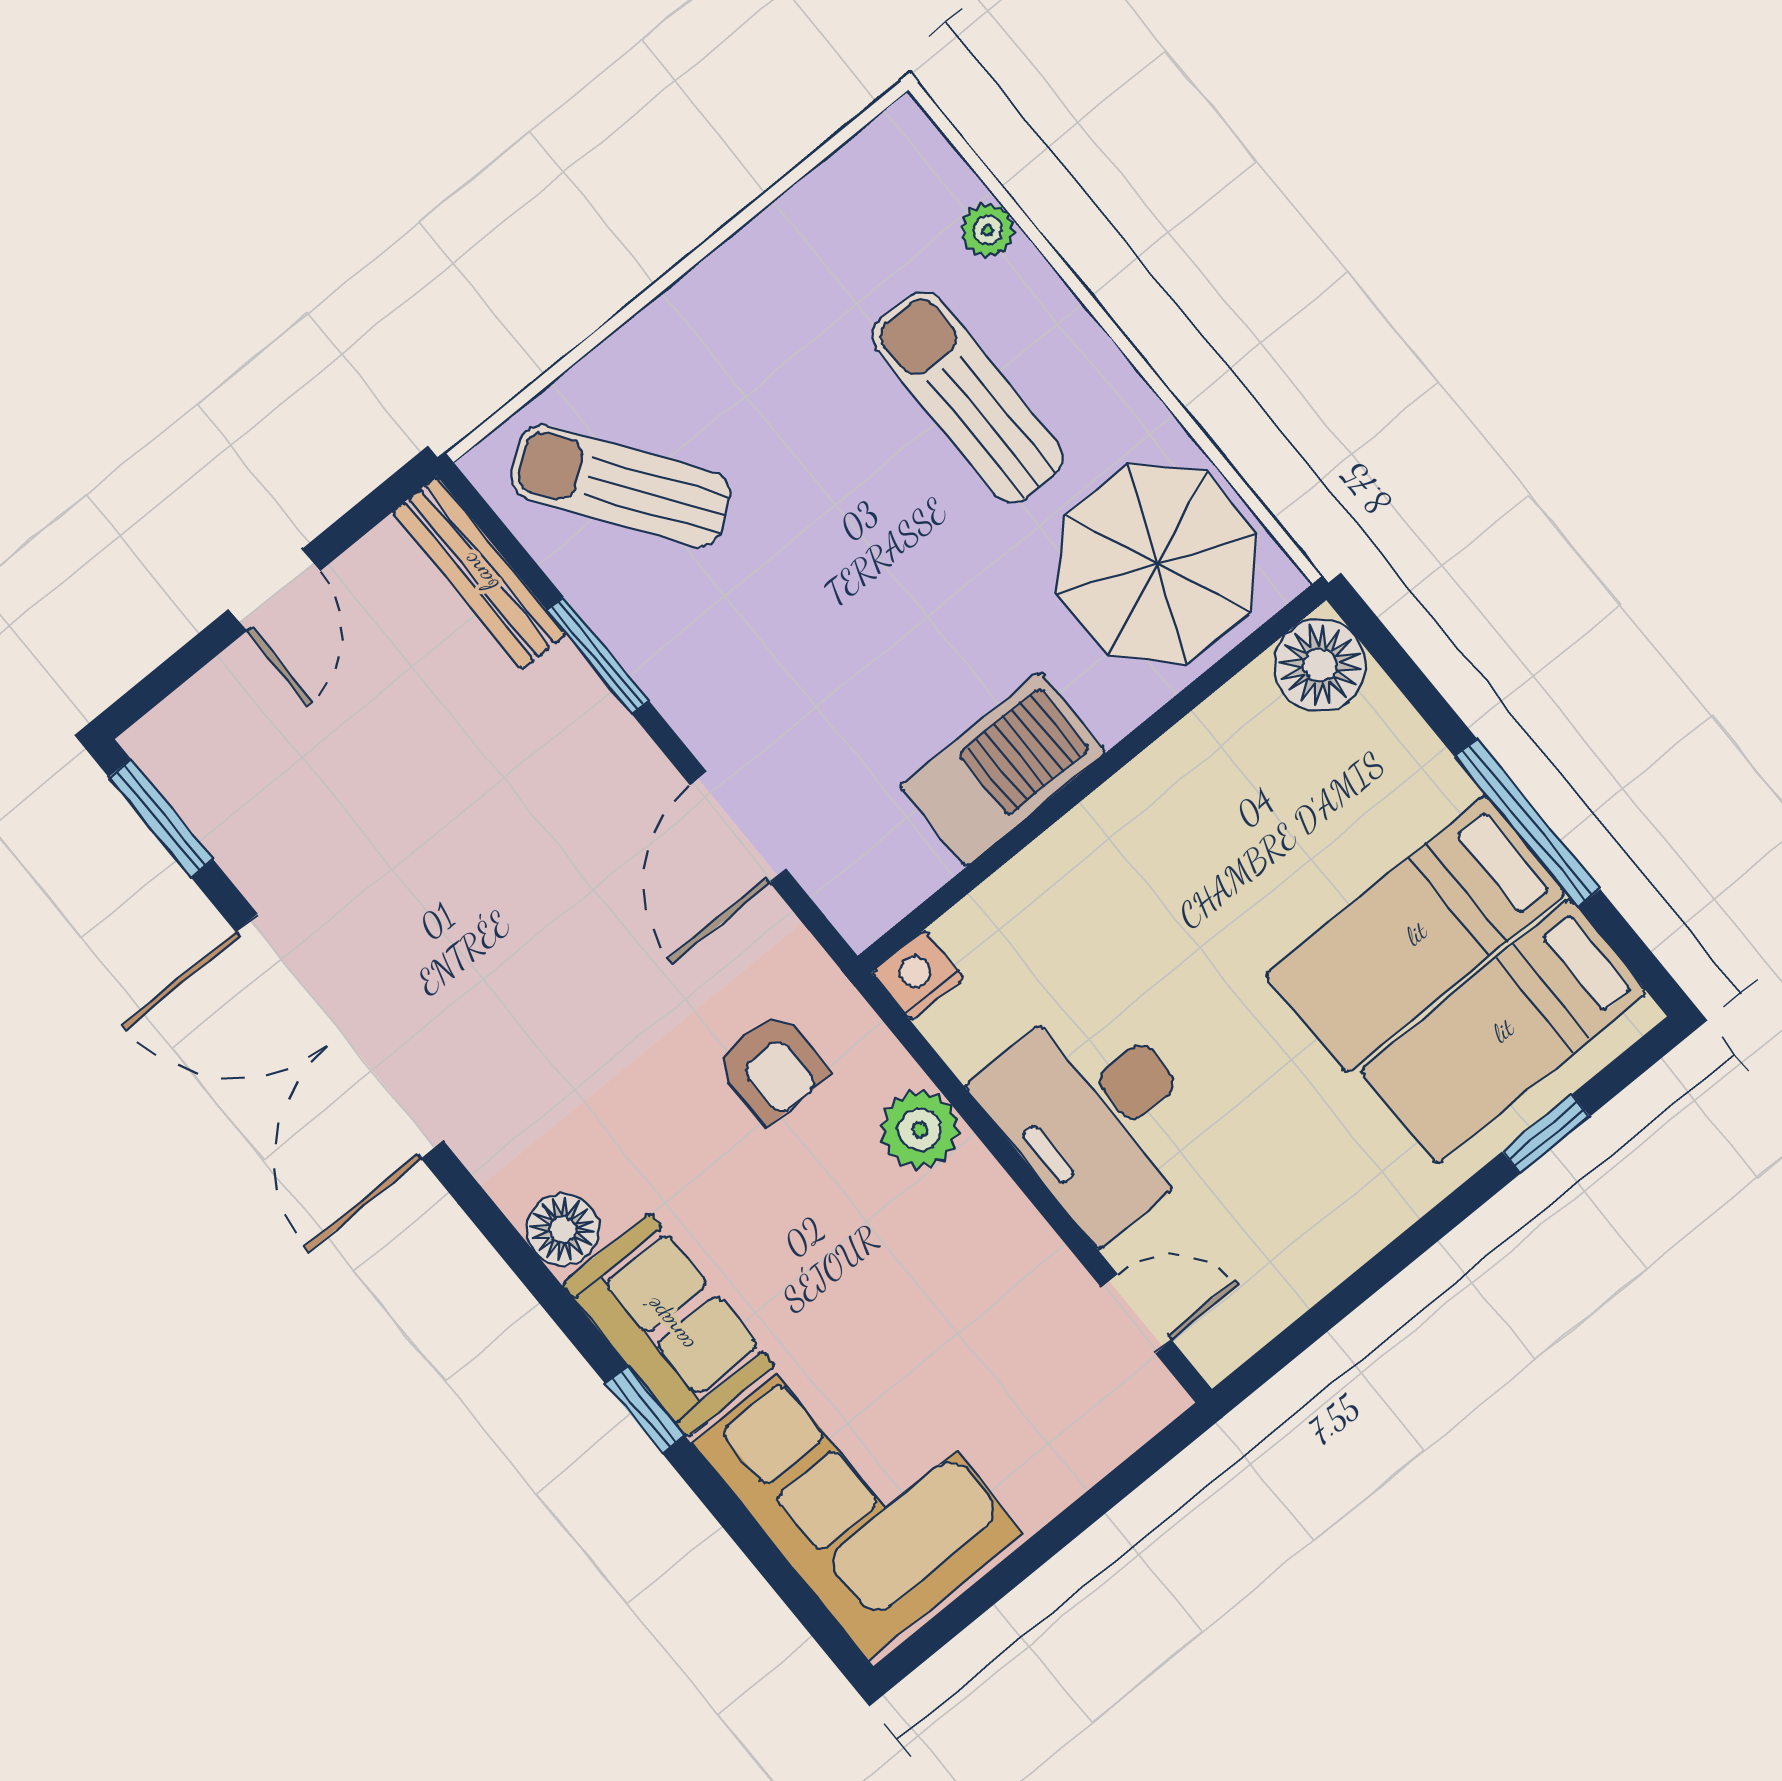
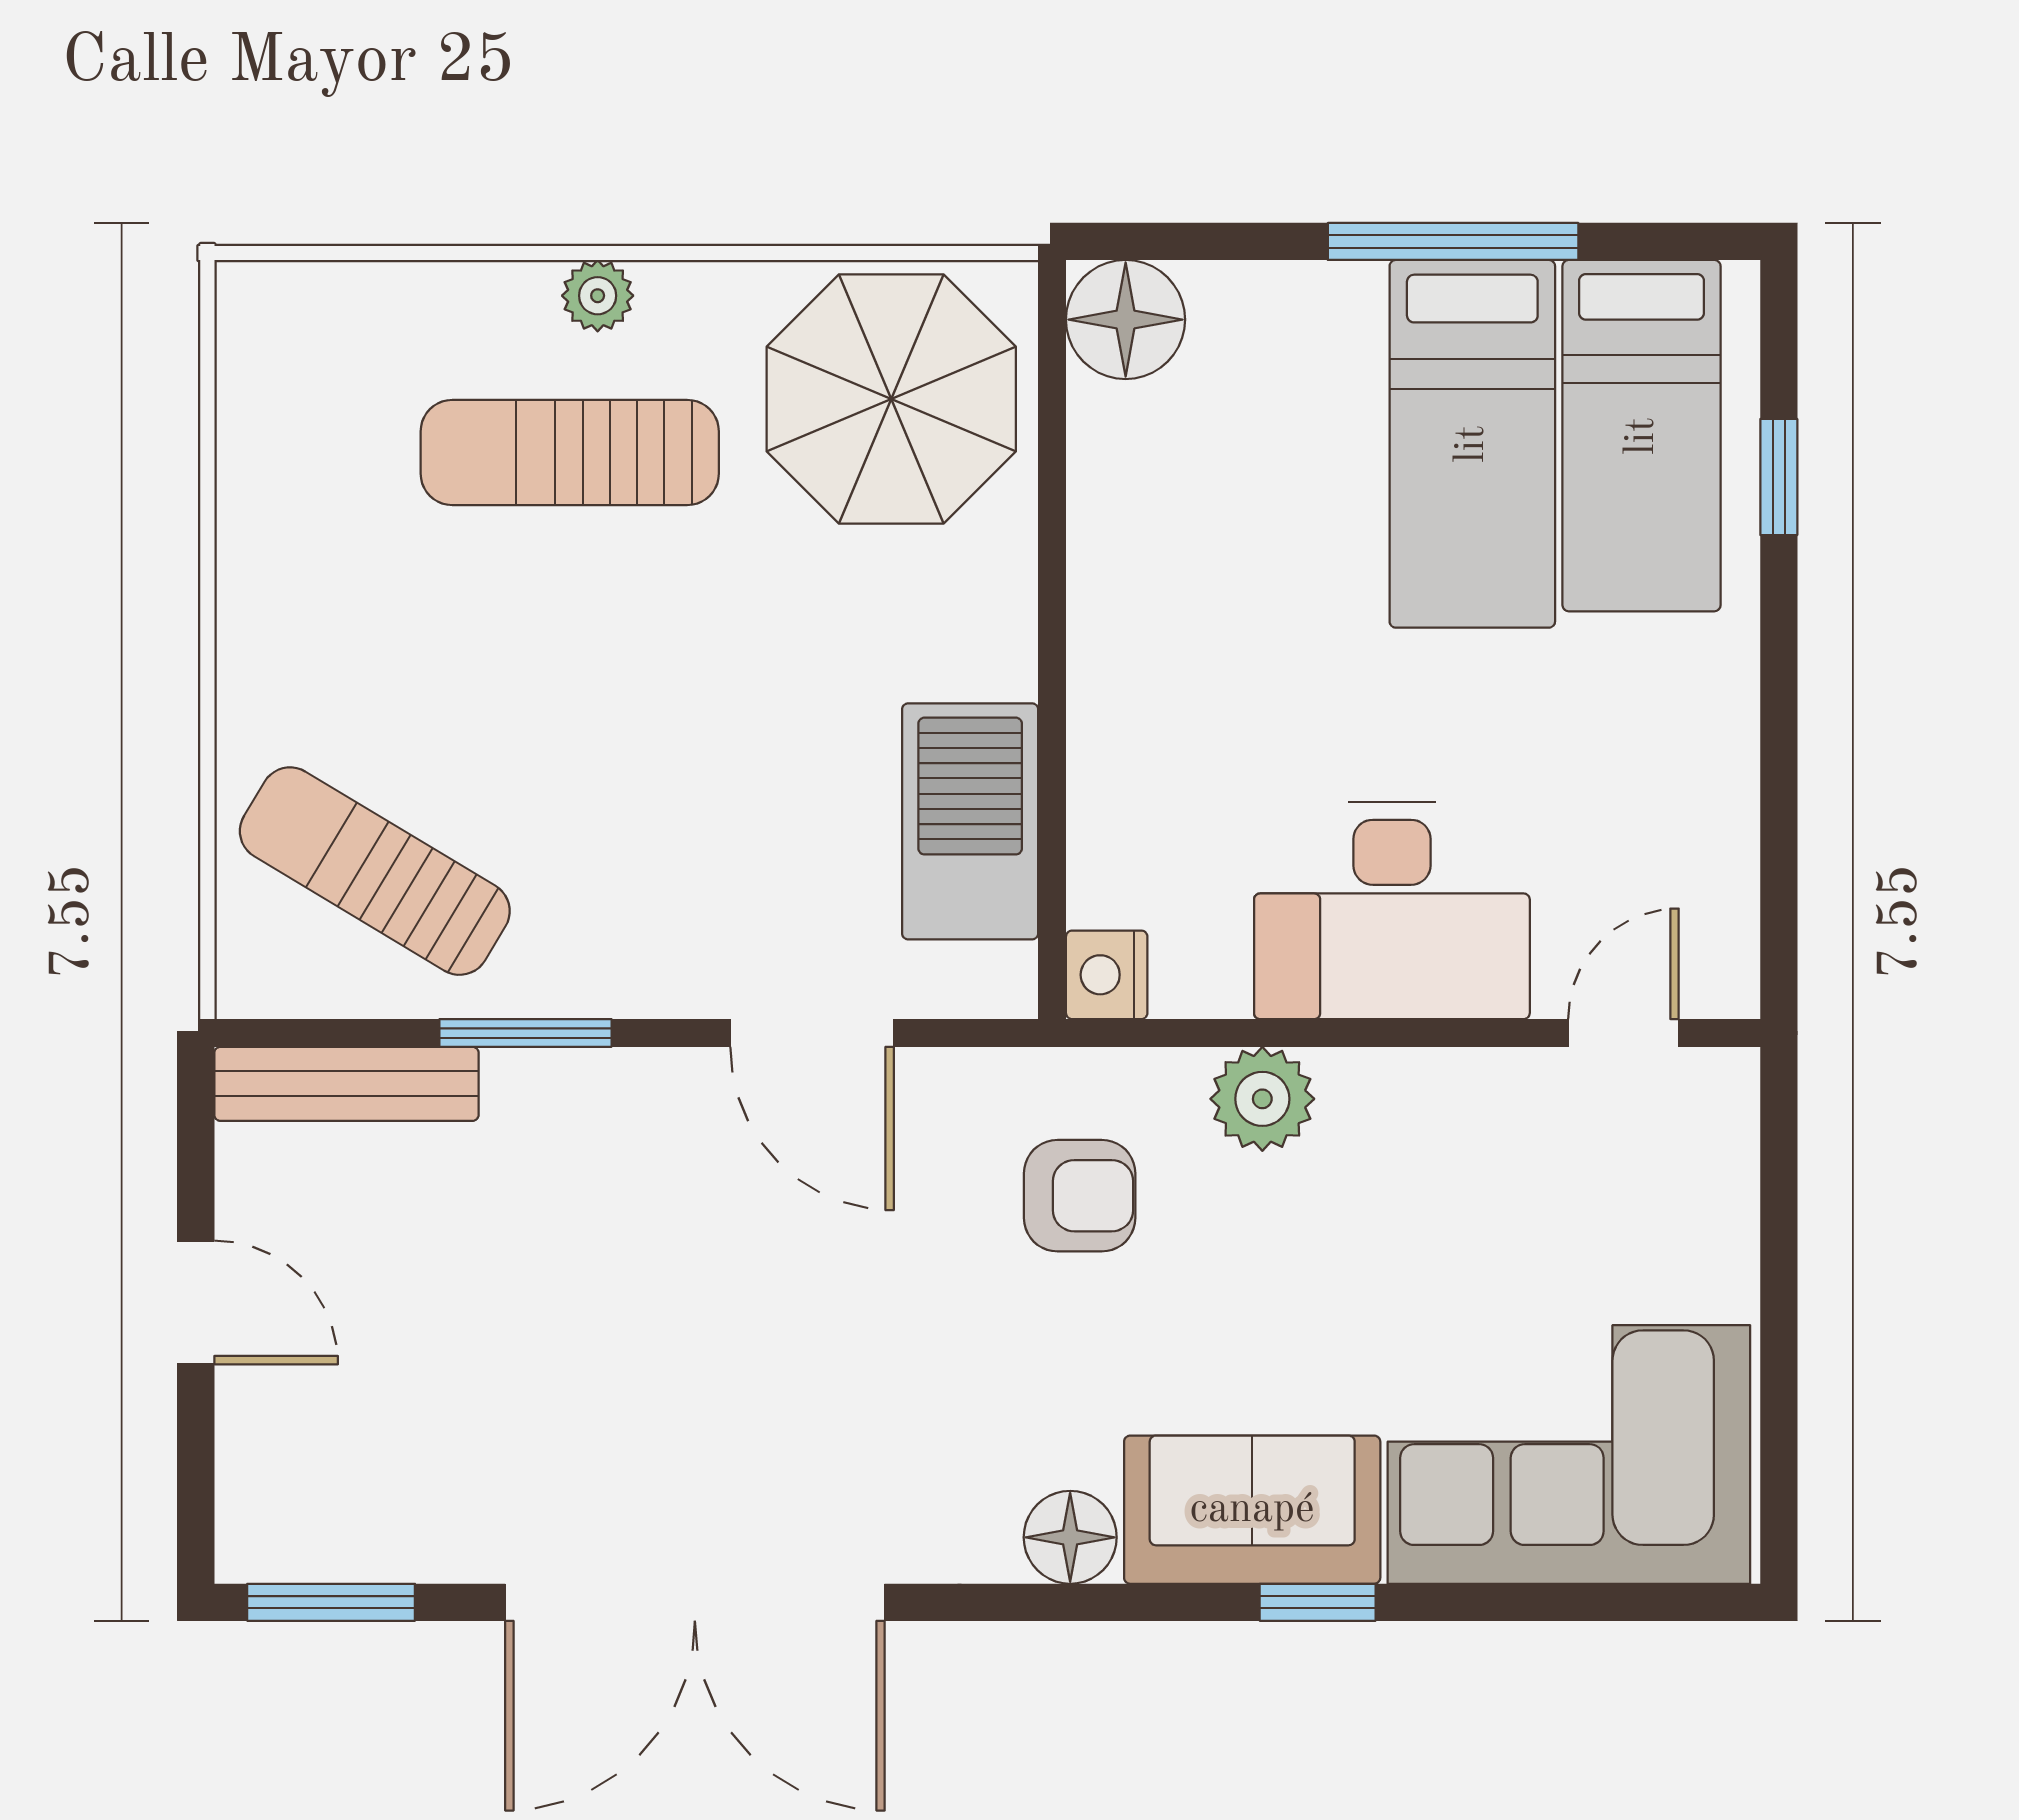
plant: (988, 230) -> (598, 296), moved
sun lounger: (621, 486) -> (375, 871), turned 66
barbecue: (1003, 769) -> (970, 821), moved

